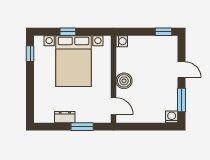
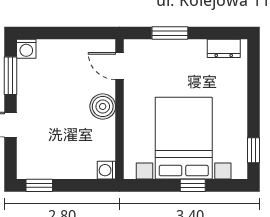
dresser: (65, 117) -> (224, 48), moved

